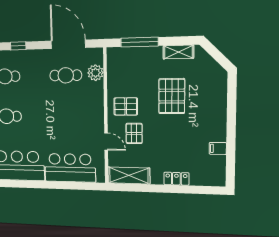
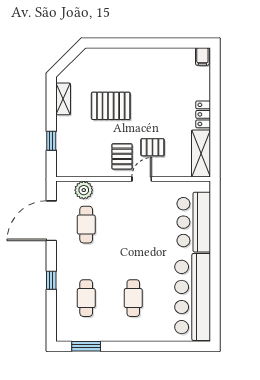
window: (139, 42) -> (51, 141), width x0.46
door: (106, 142) -> (142, 179), moved
filing cabinet: (218, 148) -> (202, 56), moved
locker: (176, 179) -> (203, 114), moved

